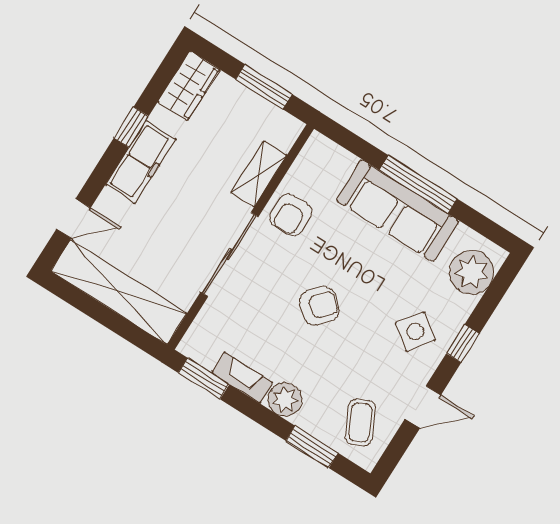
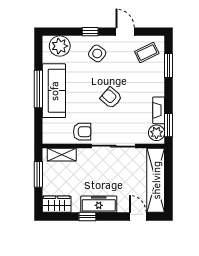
shelving: (259, 174) -> (62, 155), moved
plant: (285, 399) -> (156, 133), moved

